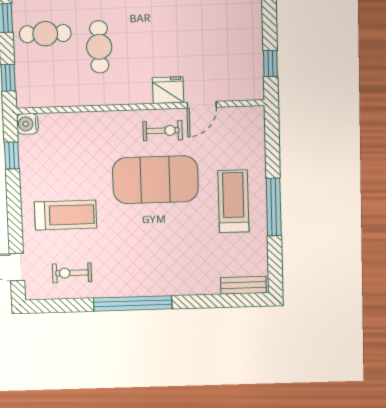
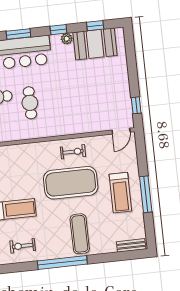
fridge: (168, 90) -> (74, 126), removed
door: (202, 105) -> (121, 131), moved
treadmill: (233, 201) -> (120, 193), turned 180
exercise mat: (164, 261) -> (80, 234), added

